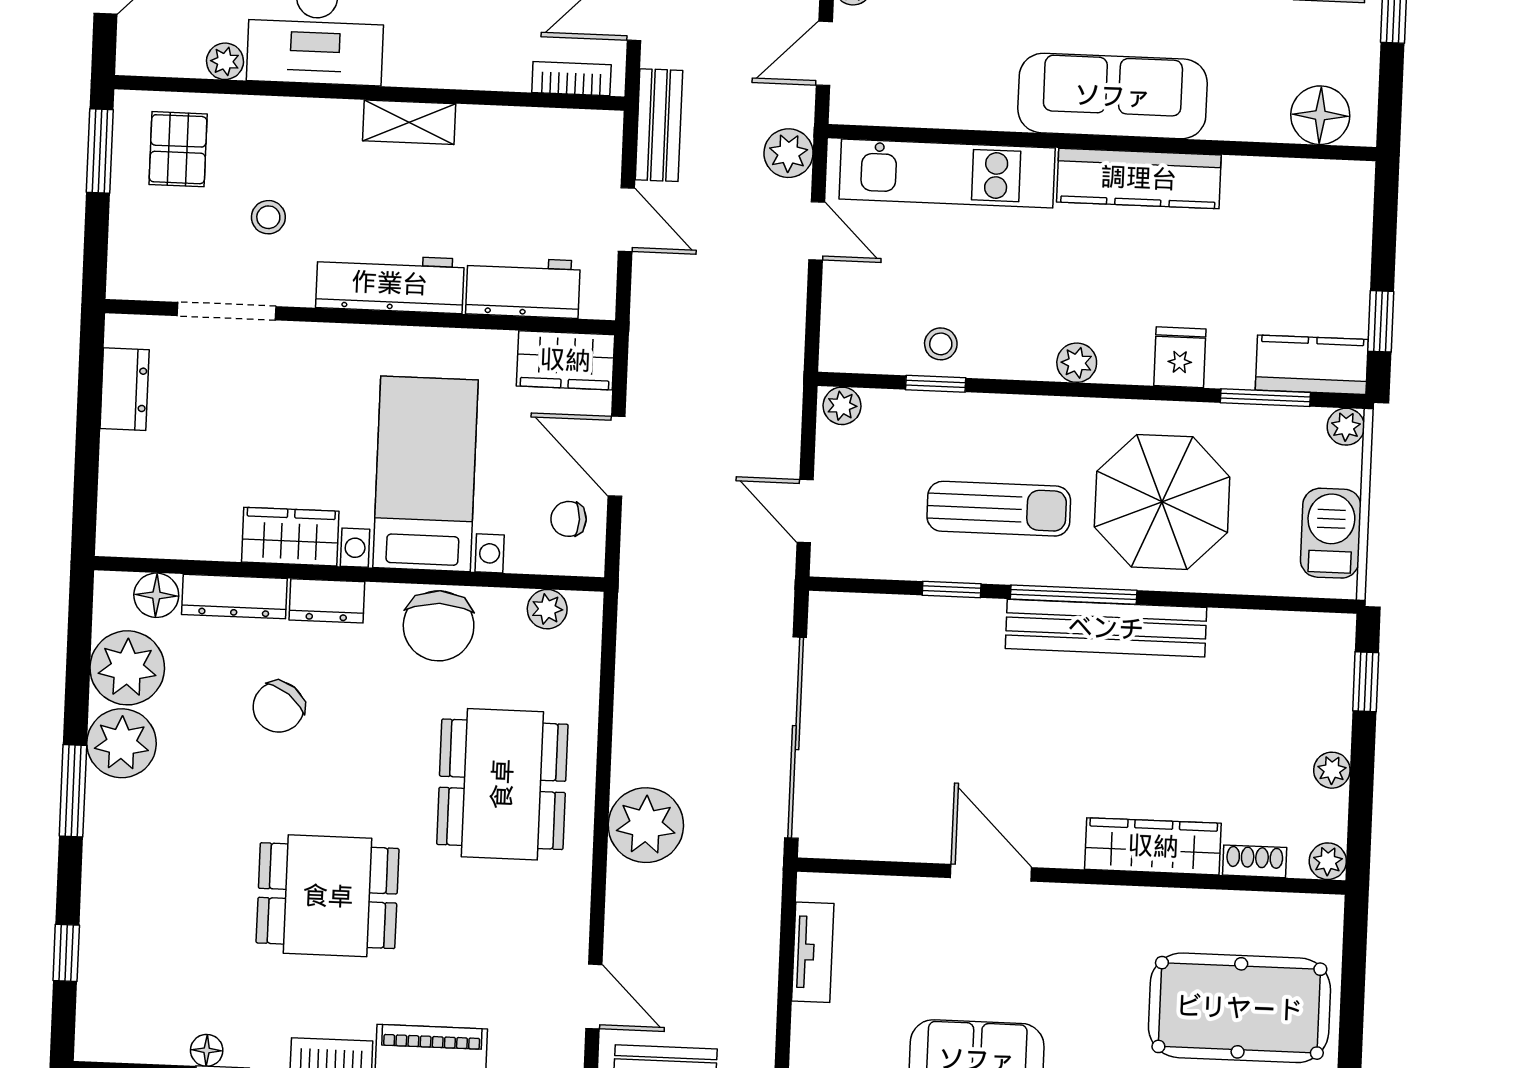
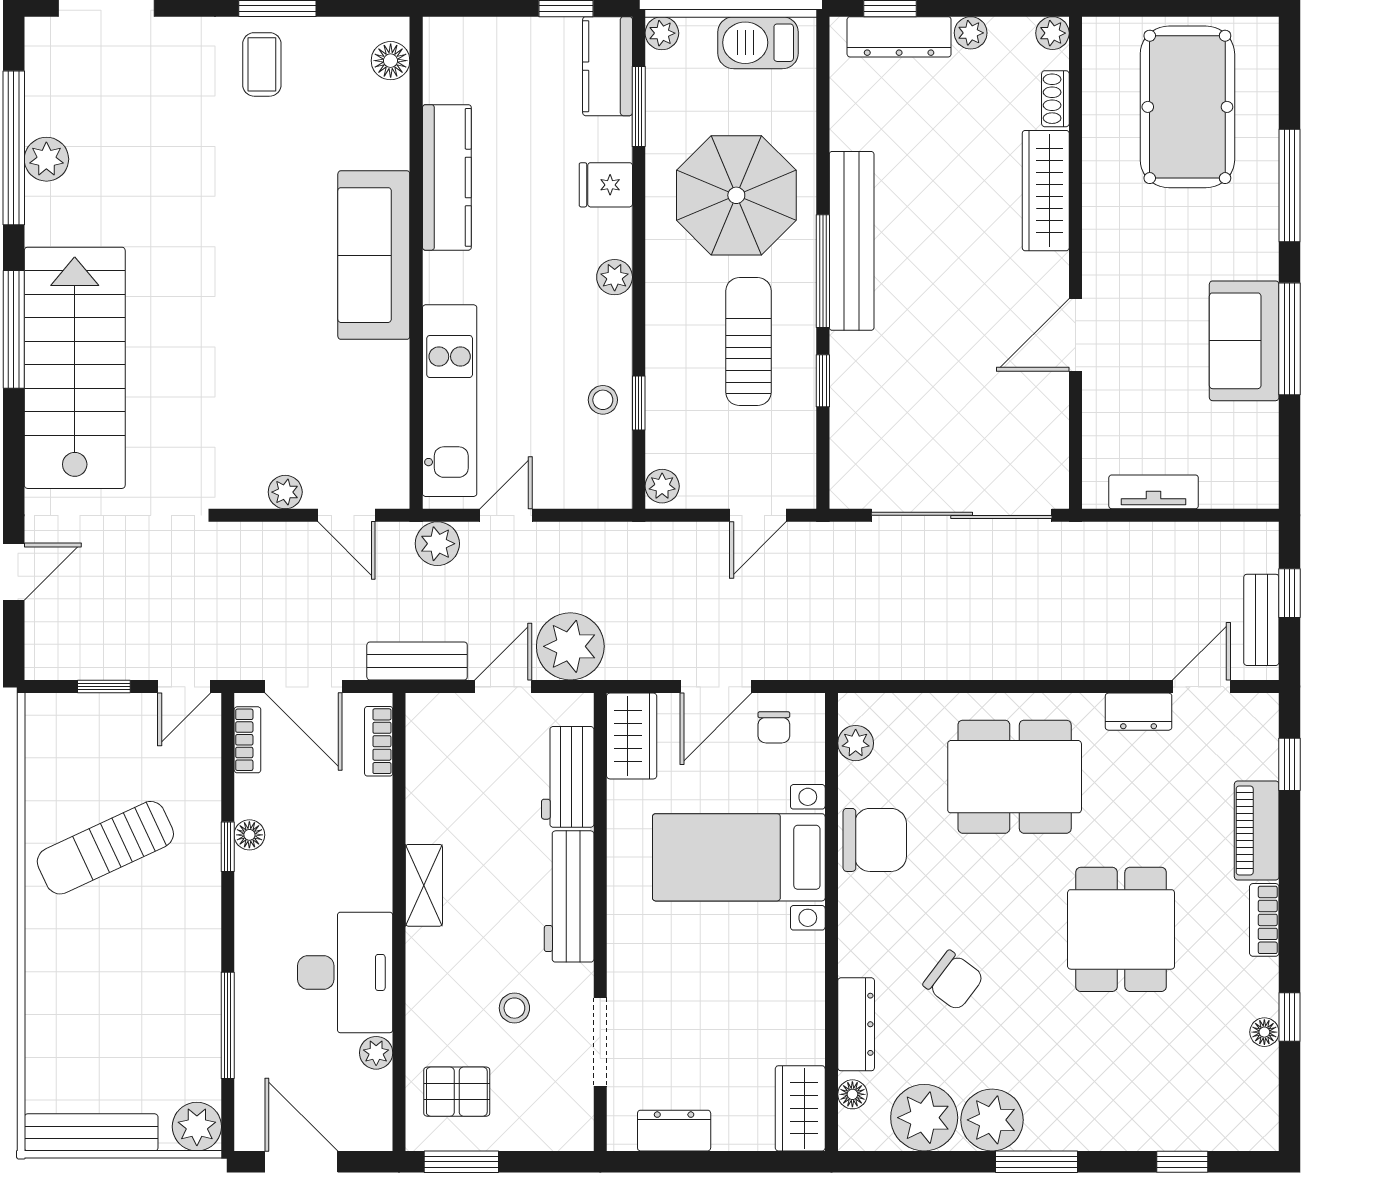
floor lamp: (1320, 115) -> (391, 61), width x0.73, depth x0.73
kitchen counter: (1139, 178) -> (447, 177), moved
wardrobe: (290, 537) -> (800, 1108), moved
floor lamp: (156, 595) -> (852, 1094), width x0.73, depth x0.73
dresser: (327, 601) -> (1139, 712), moved, turned 90
dresser: (1331, 690) -> (899, 37), added
plant: (646, 825) -> (570, 646), moved

